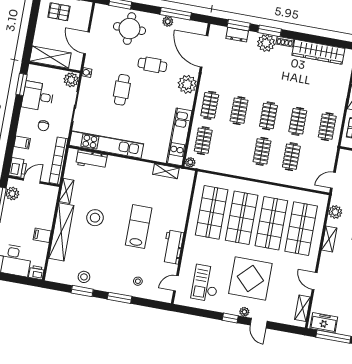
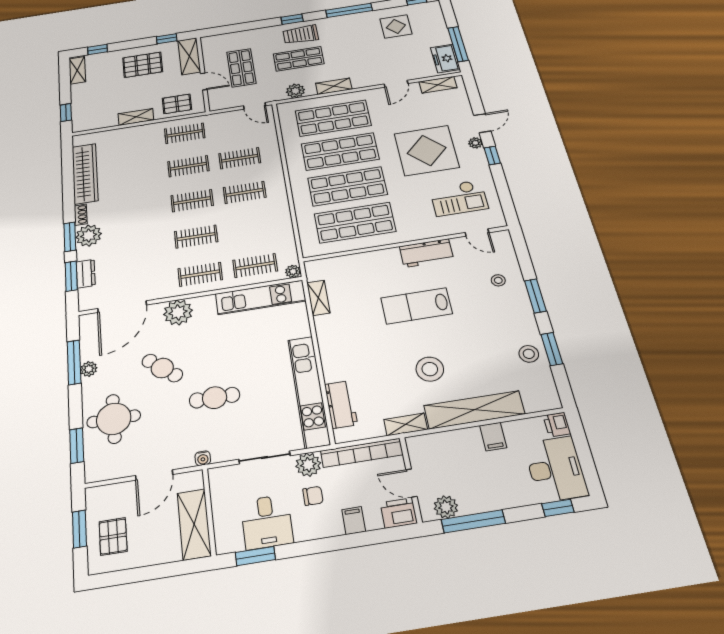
cafe table: (152, 65) -> (162, 368), turned -50
plant: (71, 80) -> (308, 465), moved

